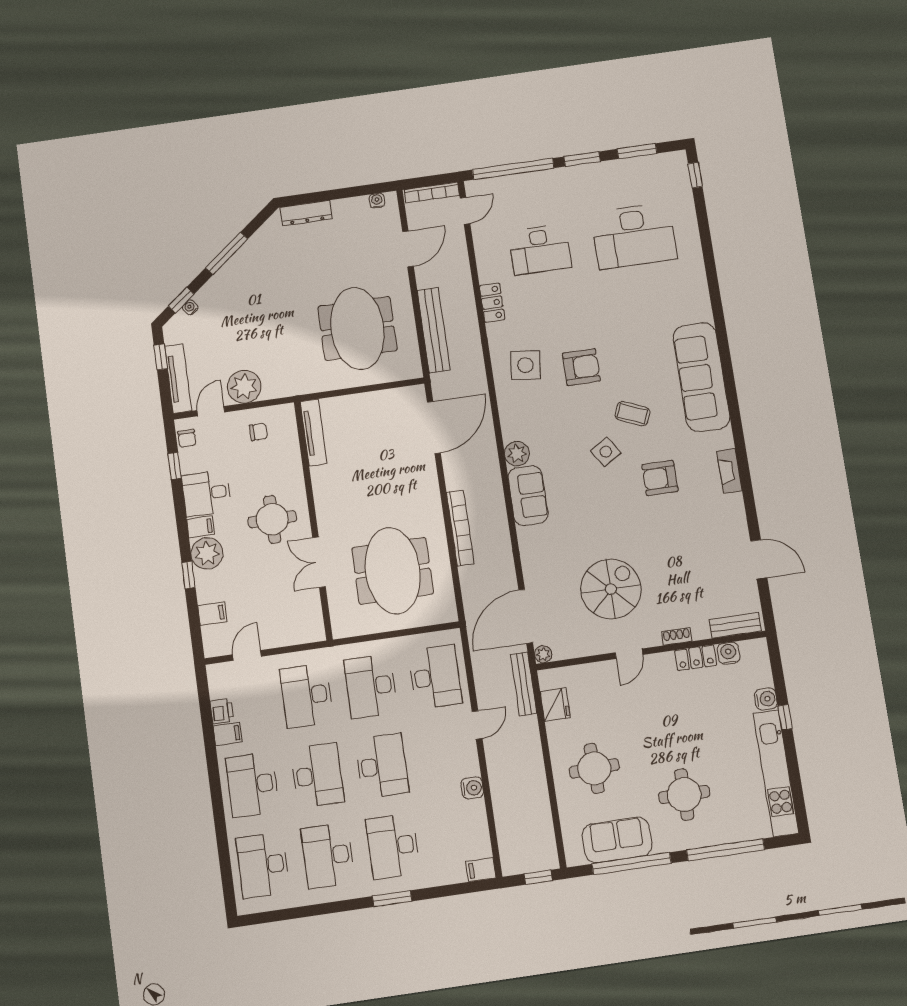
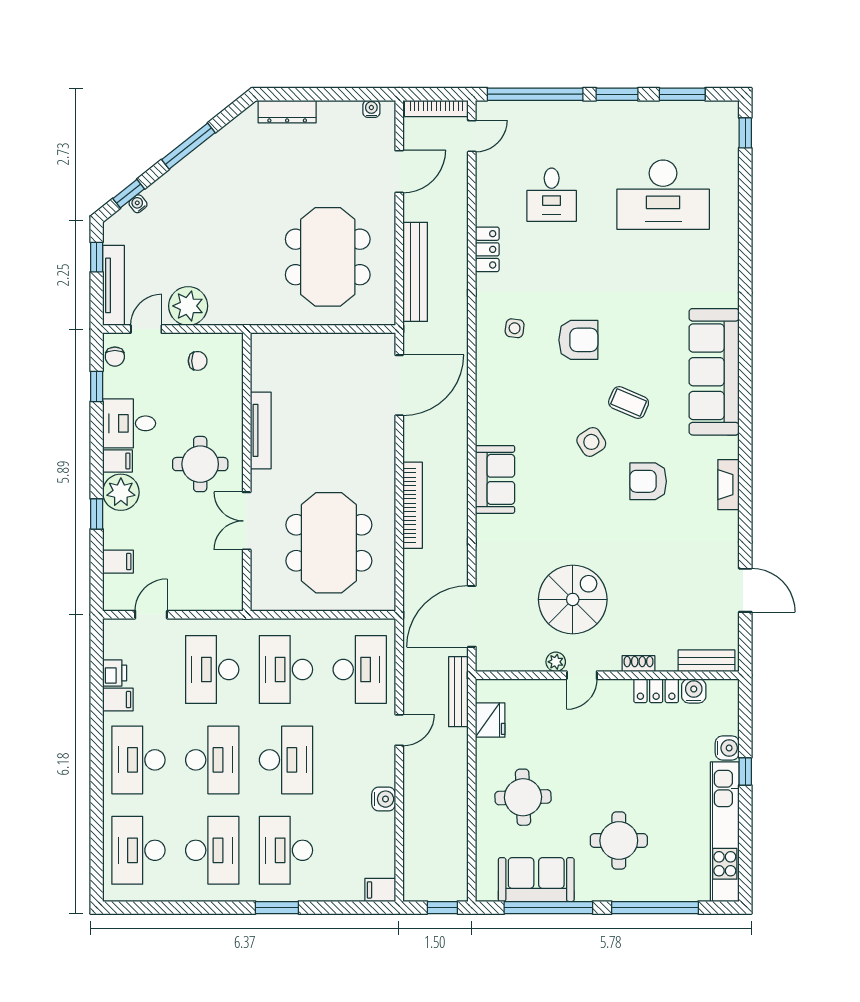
desk: (540, 249) -> (552, 195), width x0.73
side table: (525, 365) -> (515, 328), width x0.54, depth x0.54
tv unit: (314, 433) -> (261, 430), moved
plant: (517, 454) -> (490, 429), removed
plant: (543, 654) -> (556, 662), moved
desk: (328, 856) -> (212, 850), turned 180

